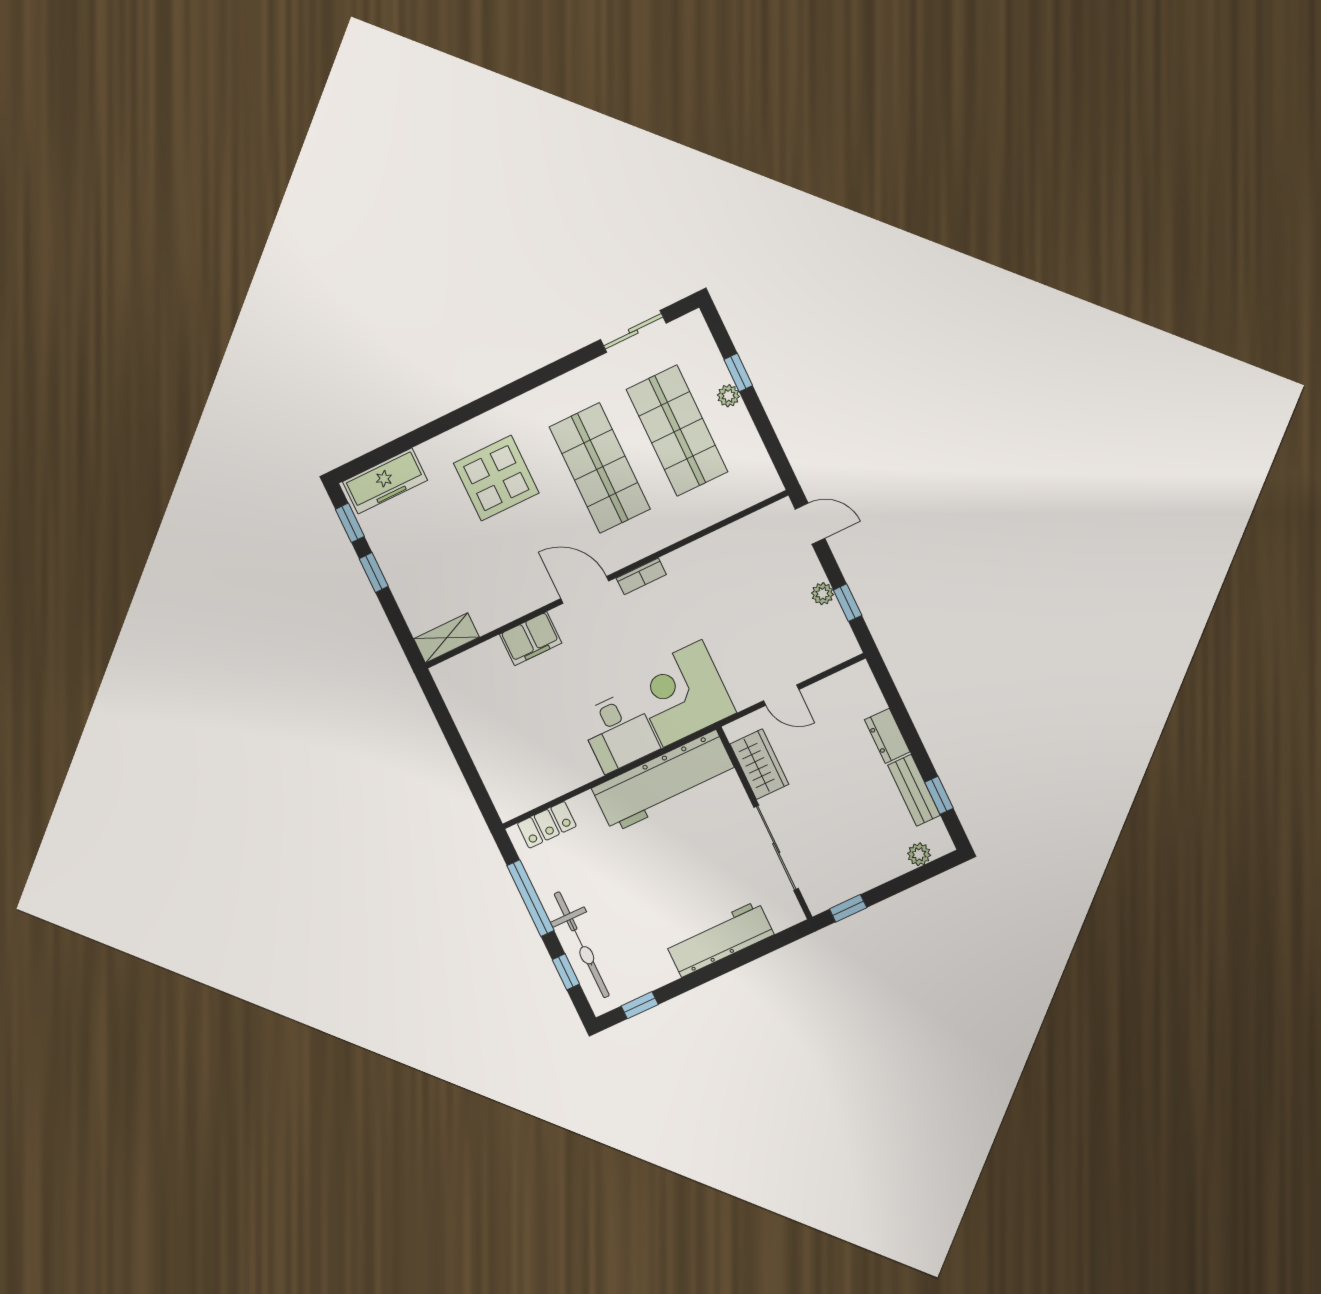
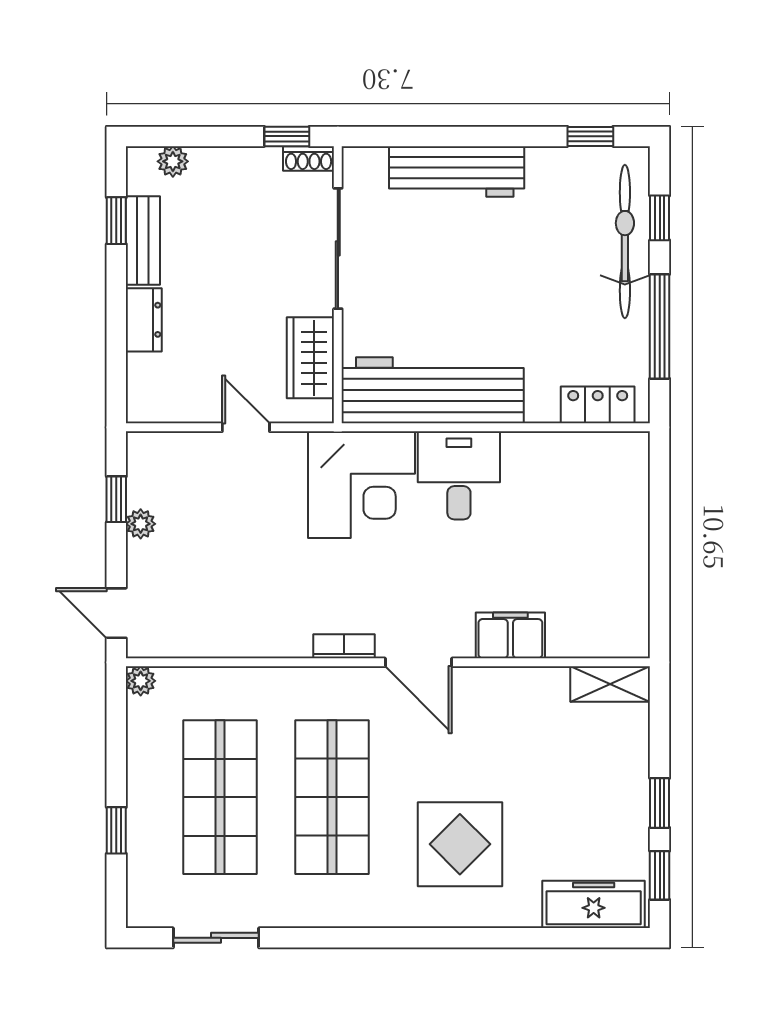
plant: (728, 396) -> (141, 681), moved
shoe rack: (826, 900) -> (309, 158), added

